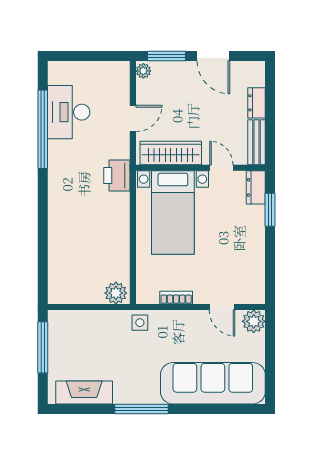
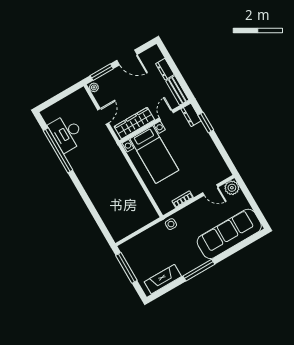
door: (221, 168) -> (166, 115), hinge flipped
printer: (117, 176) -> (112, 152), removed
plant: (116, 293) -> (149, 216), removed

